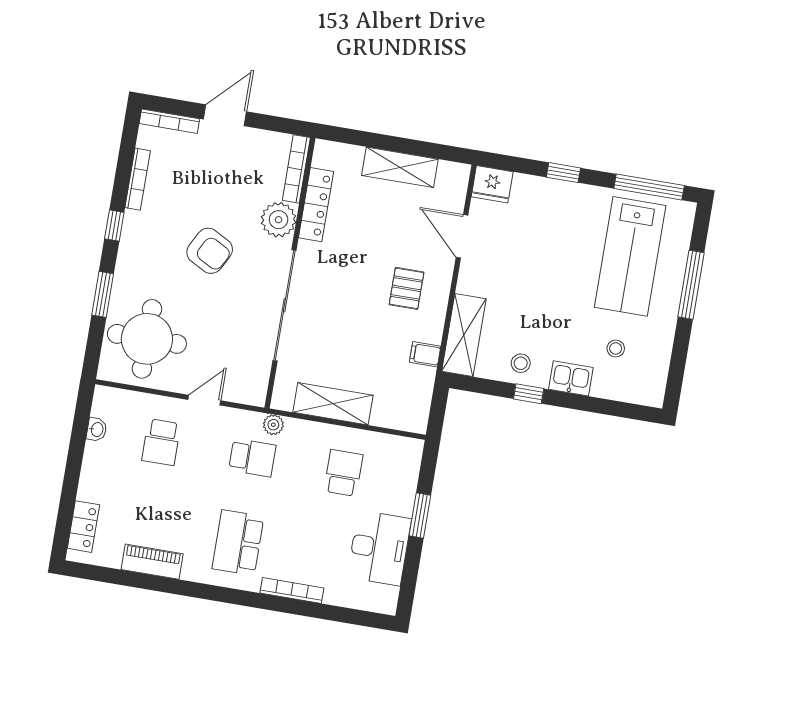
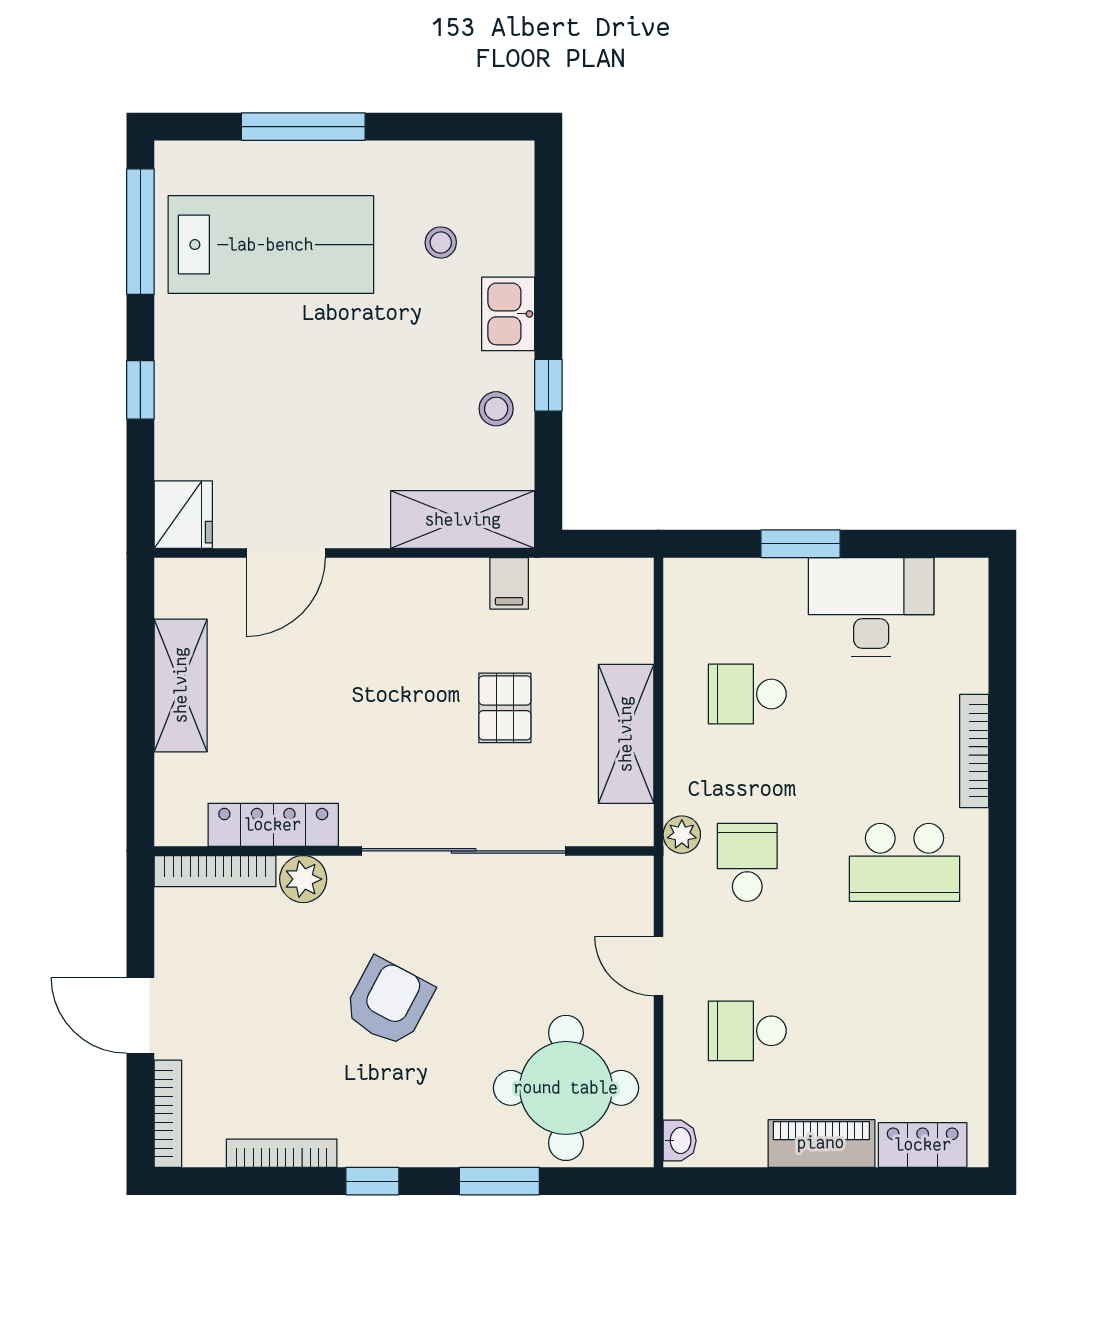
plant: (279, 220) -> (303, 879), width x0.73, depth x0.73
pallet: (407, 288) -> (505, 708), moved, turned 90
washbasin: (97, 429) -> (680, 1141), moved, turned 90
school desk: (161, 442) -> (747, 1031), turned 180
piano: (152, 562) -> (821, 1143), moved, turned 90

